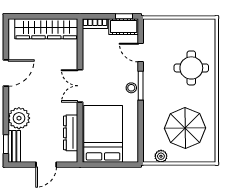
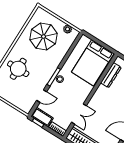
door: (141, 53) -> (42, 96), hinge flipped
double door: (80, 86) -> (79, 114), moved

